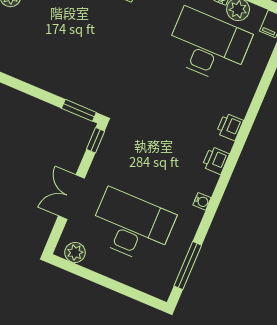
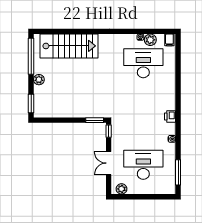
printer: (230, 127) -> (170, 98), removed

